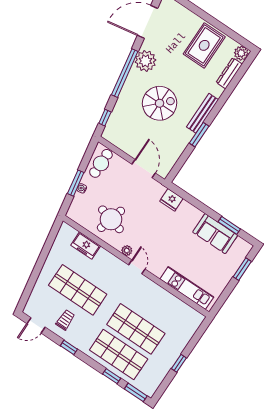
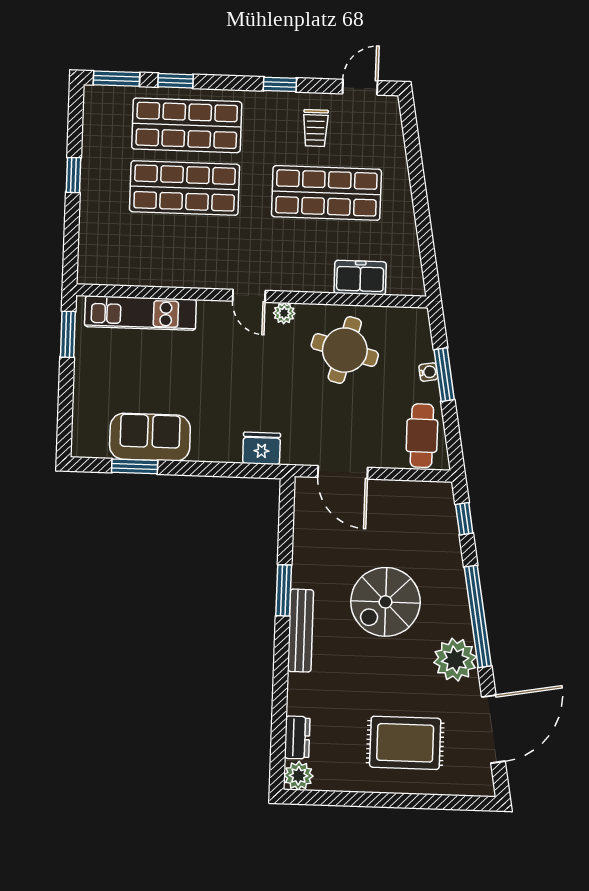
rug: (204, 45) -> (405, 743), moved, turned 90
dresser: (229, 73) -> (297, 738), width x0.70
window: (242, 269) -> (68, 334), moved

